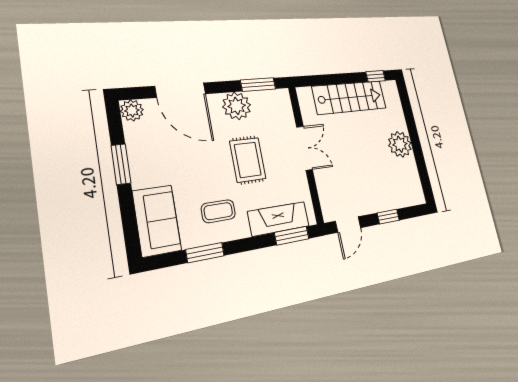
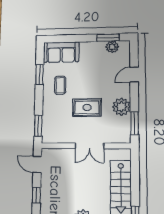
door: (181, 90) -> (134, 75), width x0.53
plant: (132, 110) -> (112, 47), moved
window: (121, 164) -> (108, 38), moved
fireplace: (279, 219) -> (49, 120), removed

